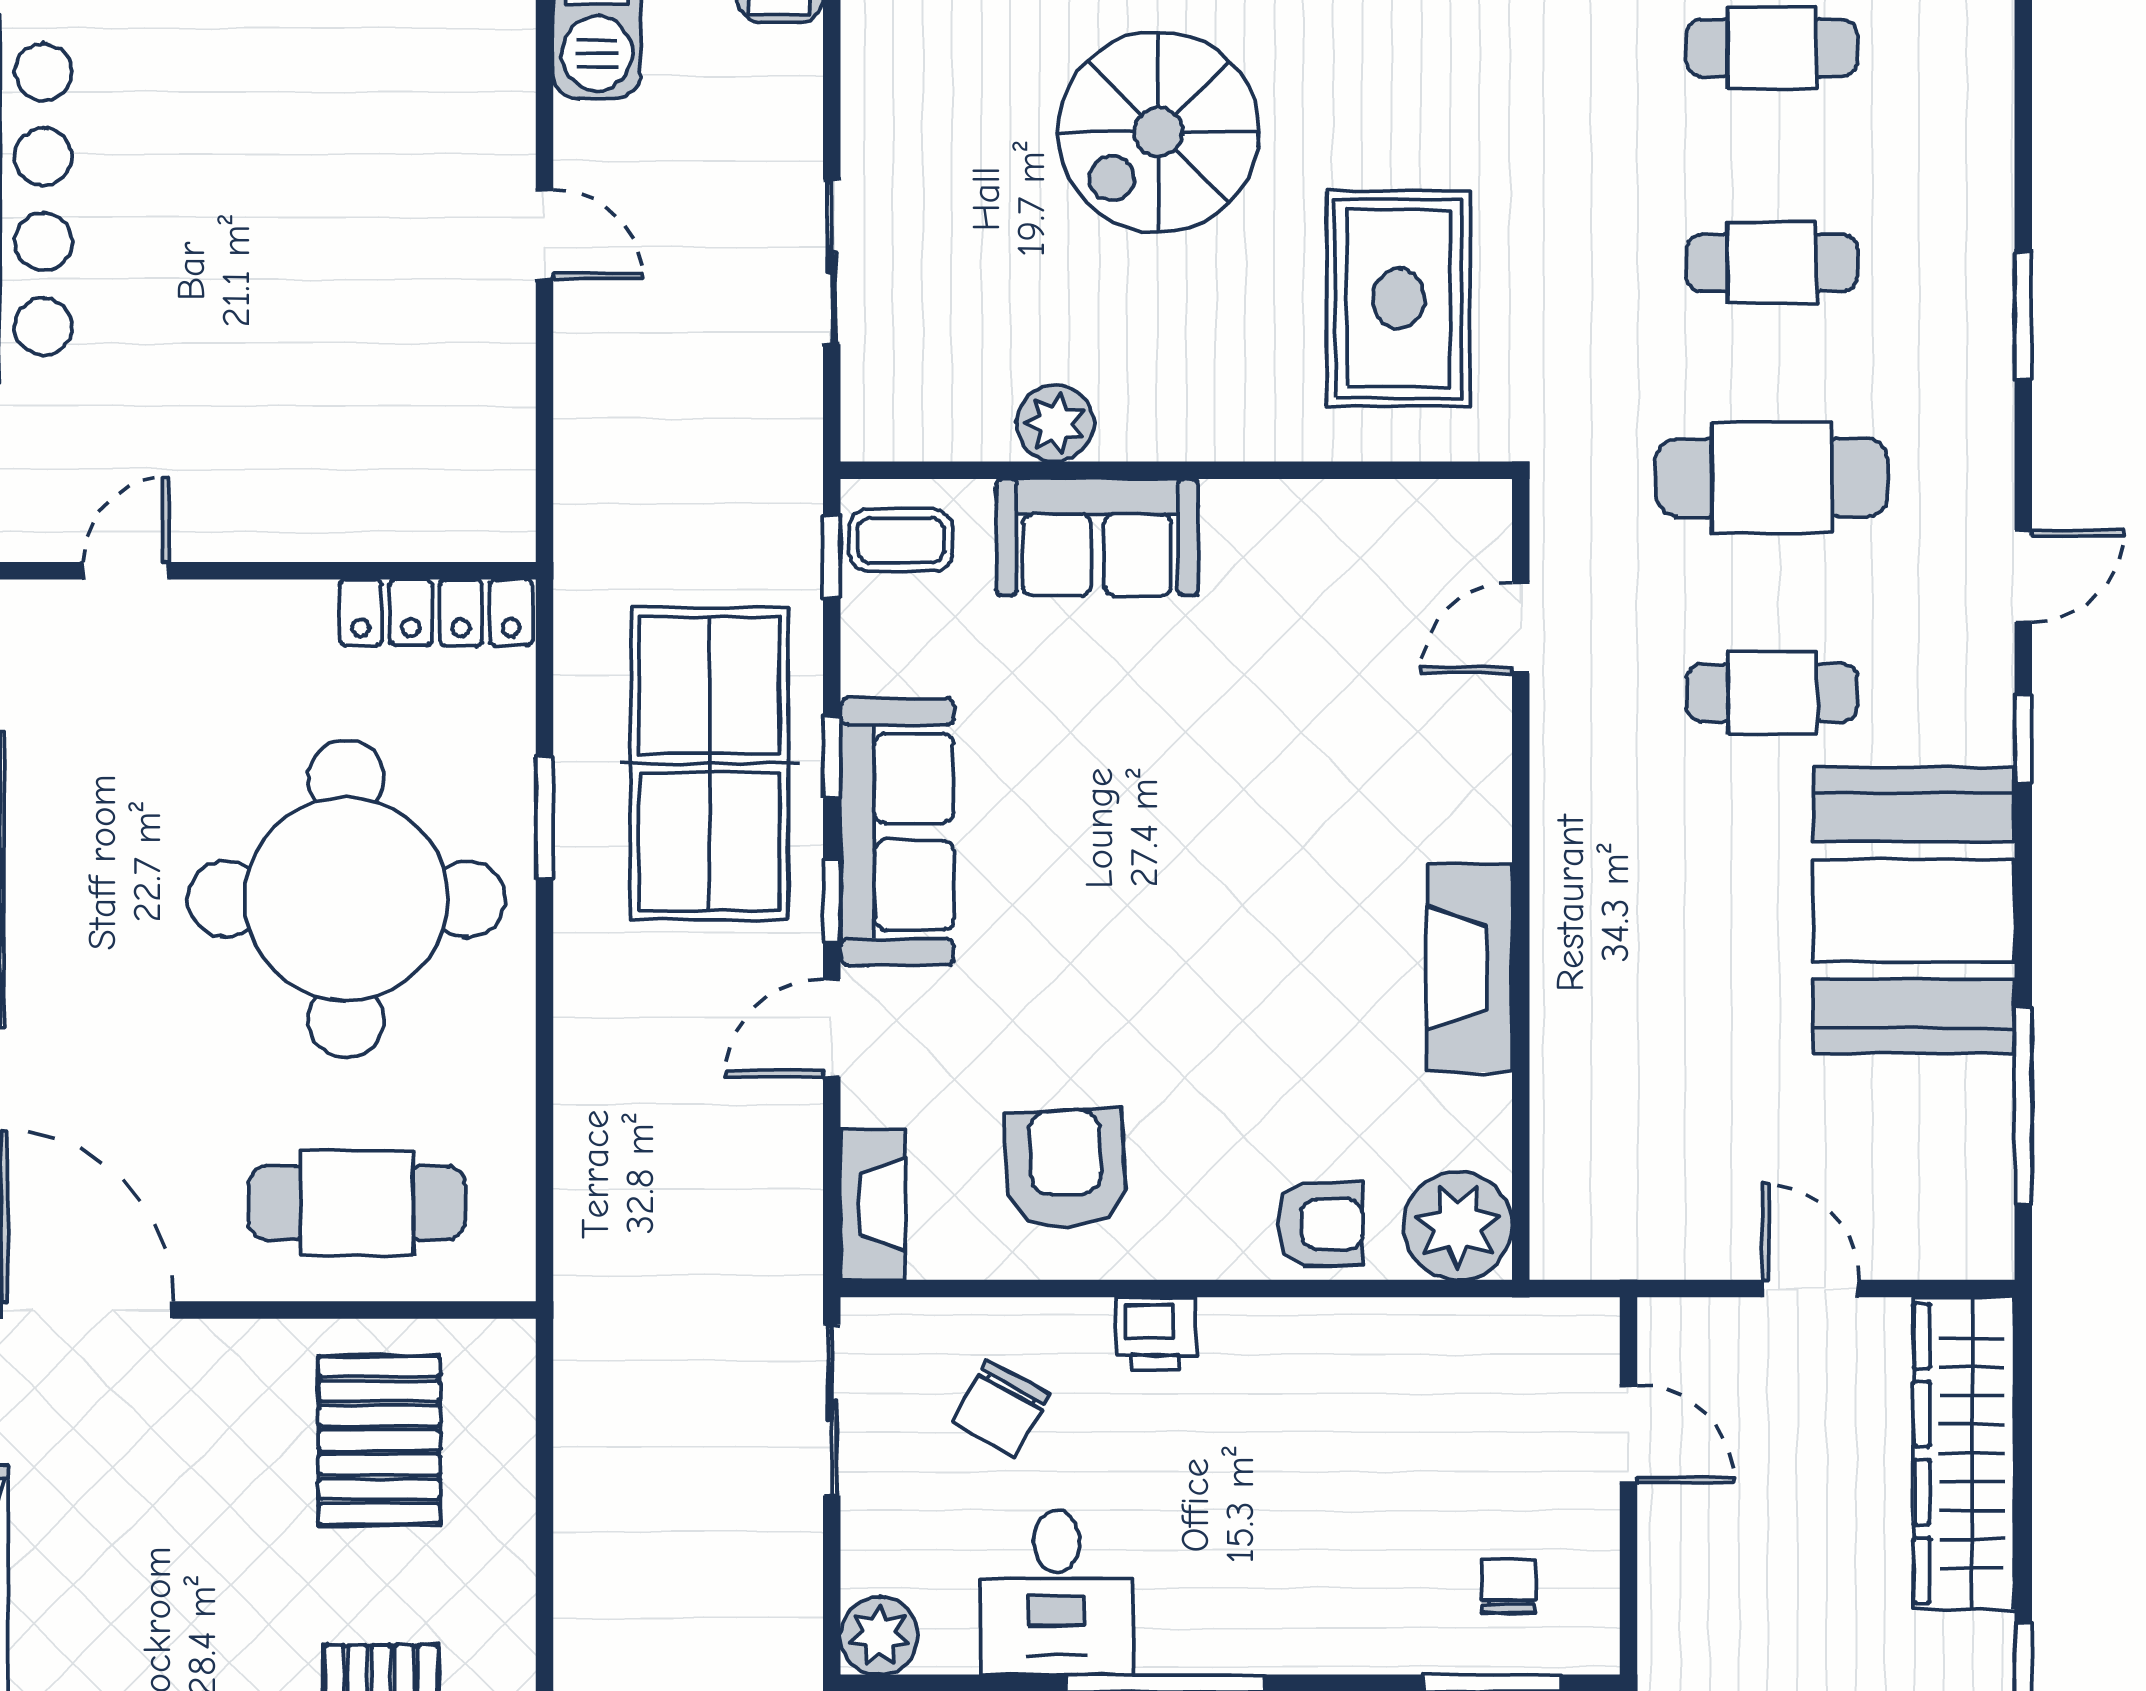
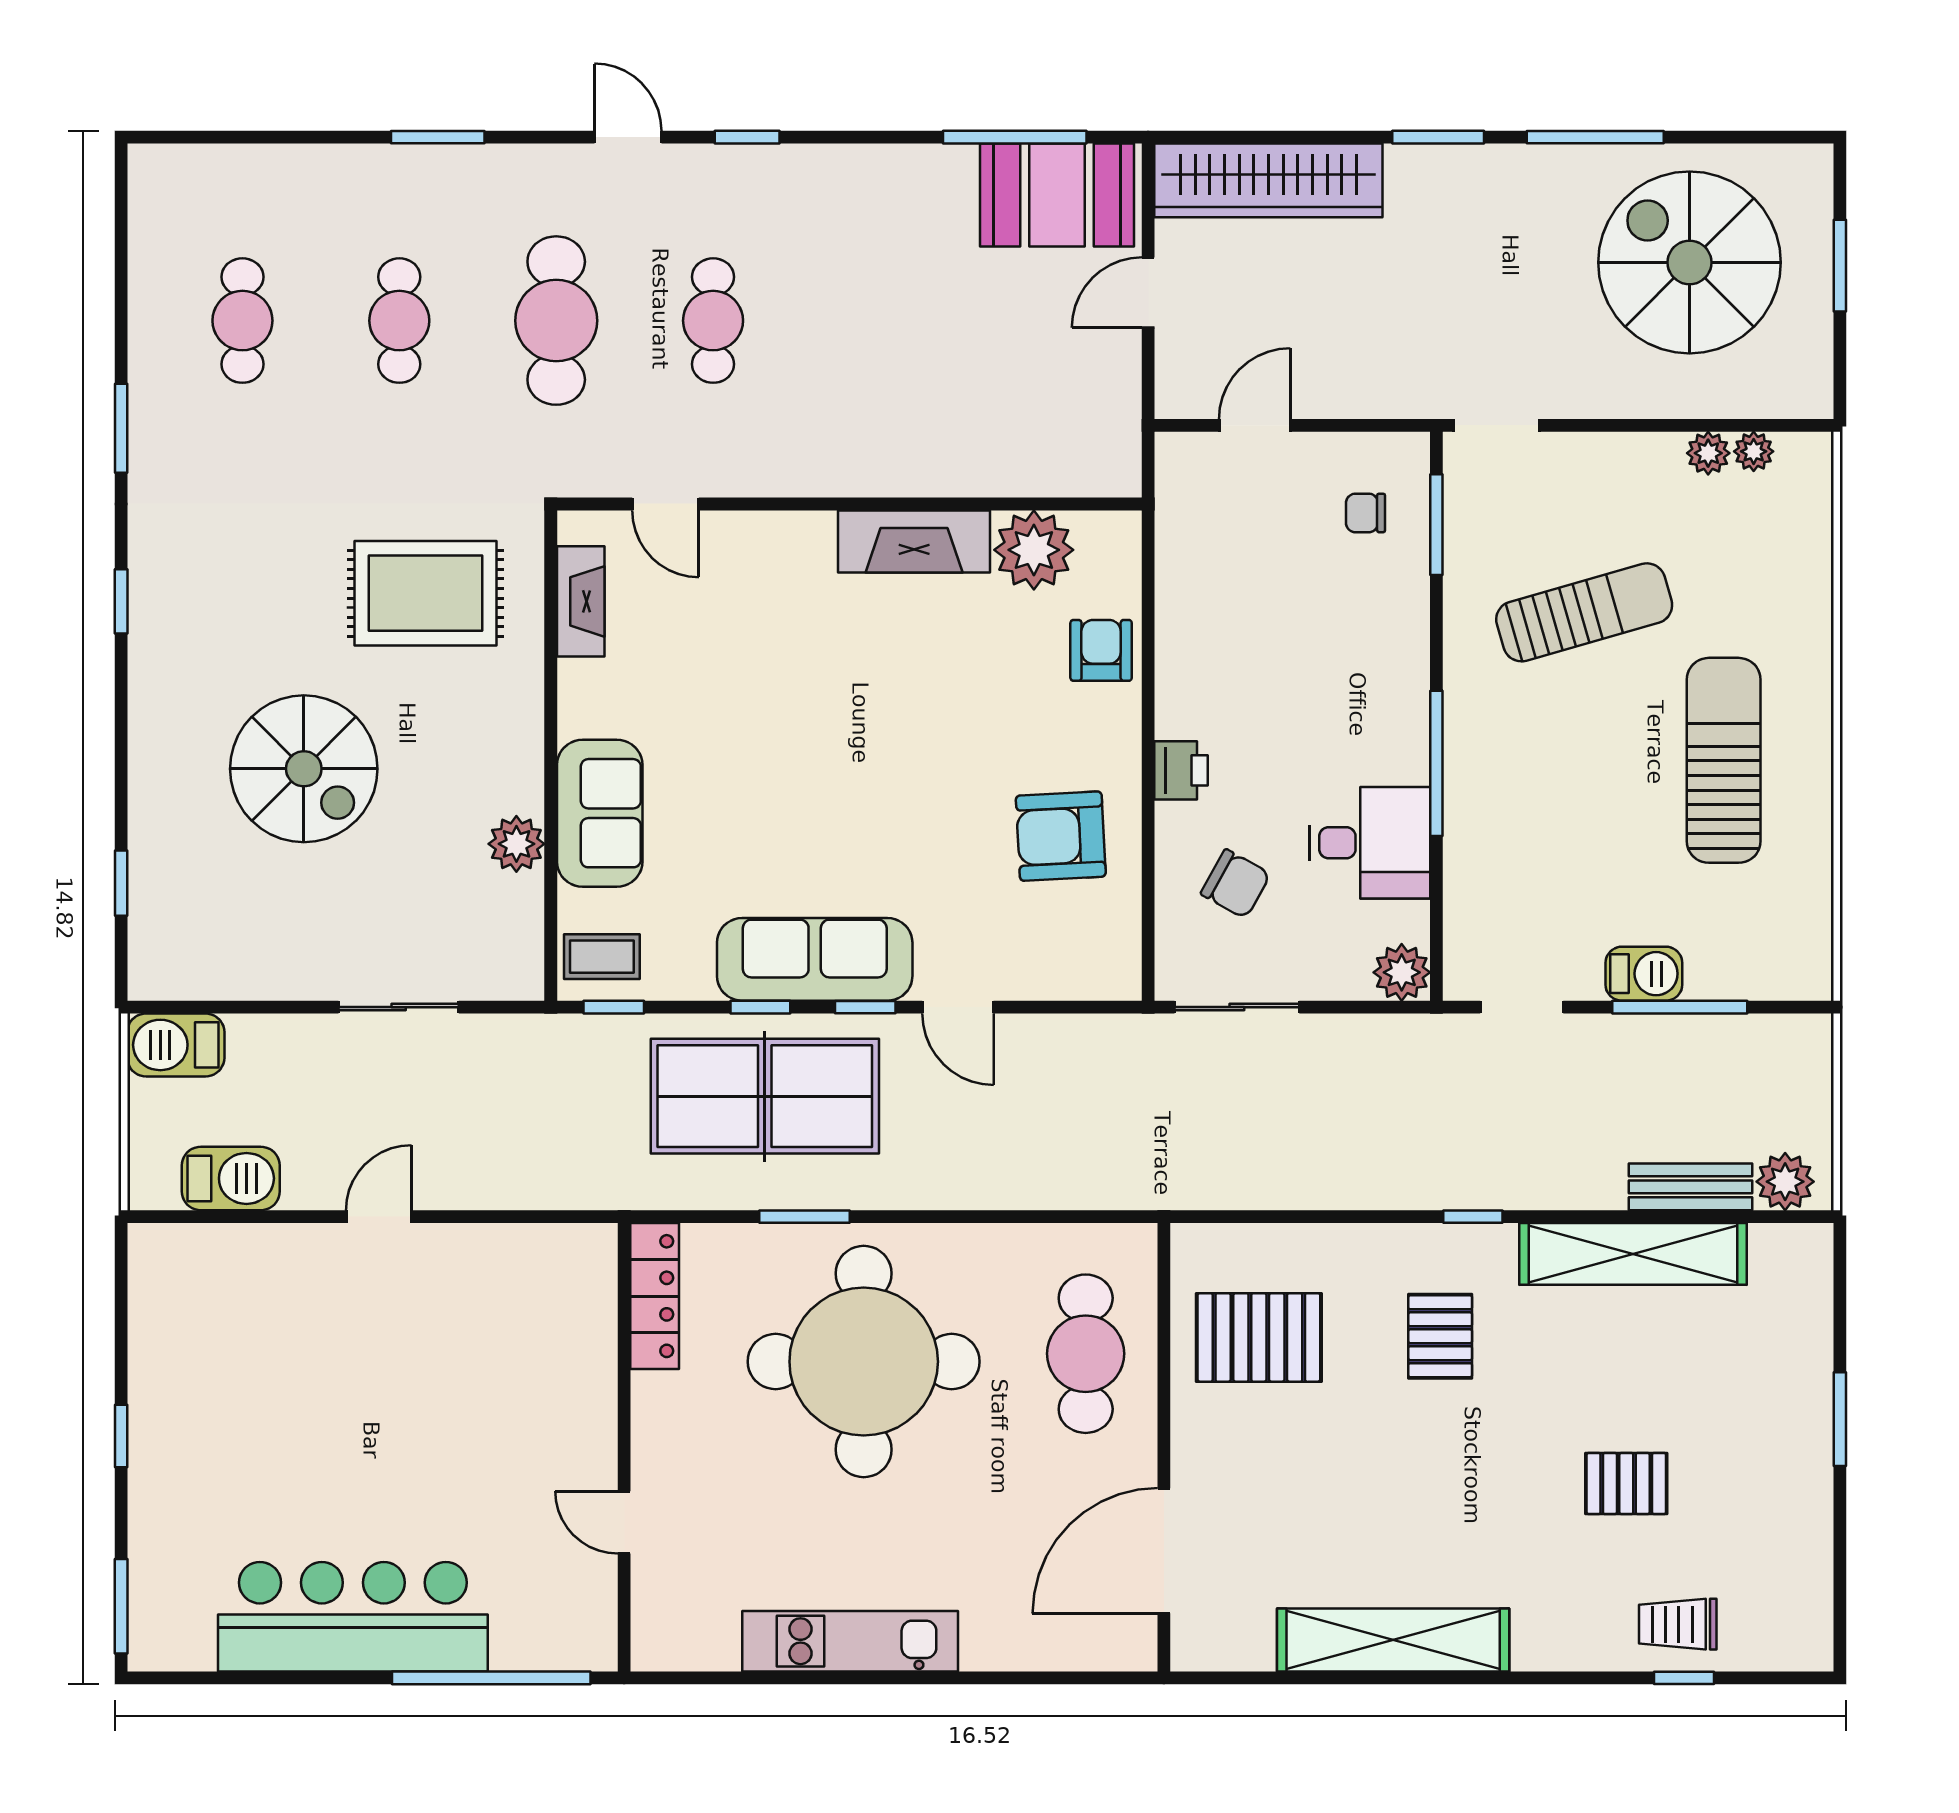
coffee table: (901, 540) -> (602, 957), turned 90
booth: (1914, 910) -> (1057, 195), moved, width x0.73, depth x0.70
fireplace: (873, 1204) -> (581, 601), moved, turned 90
plant: (1458, 1226) -> (1034, 550), moved

